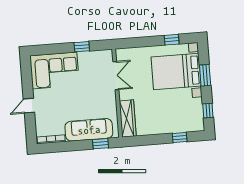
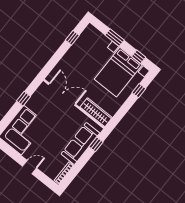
bed with nightstands: (176, 72) -> (118, 72), moved
double door: (116, 76) -> (62, 94), width x1.37
door: (29, 106) -> (30, 167), swing flipped

